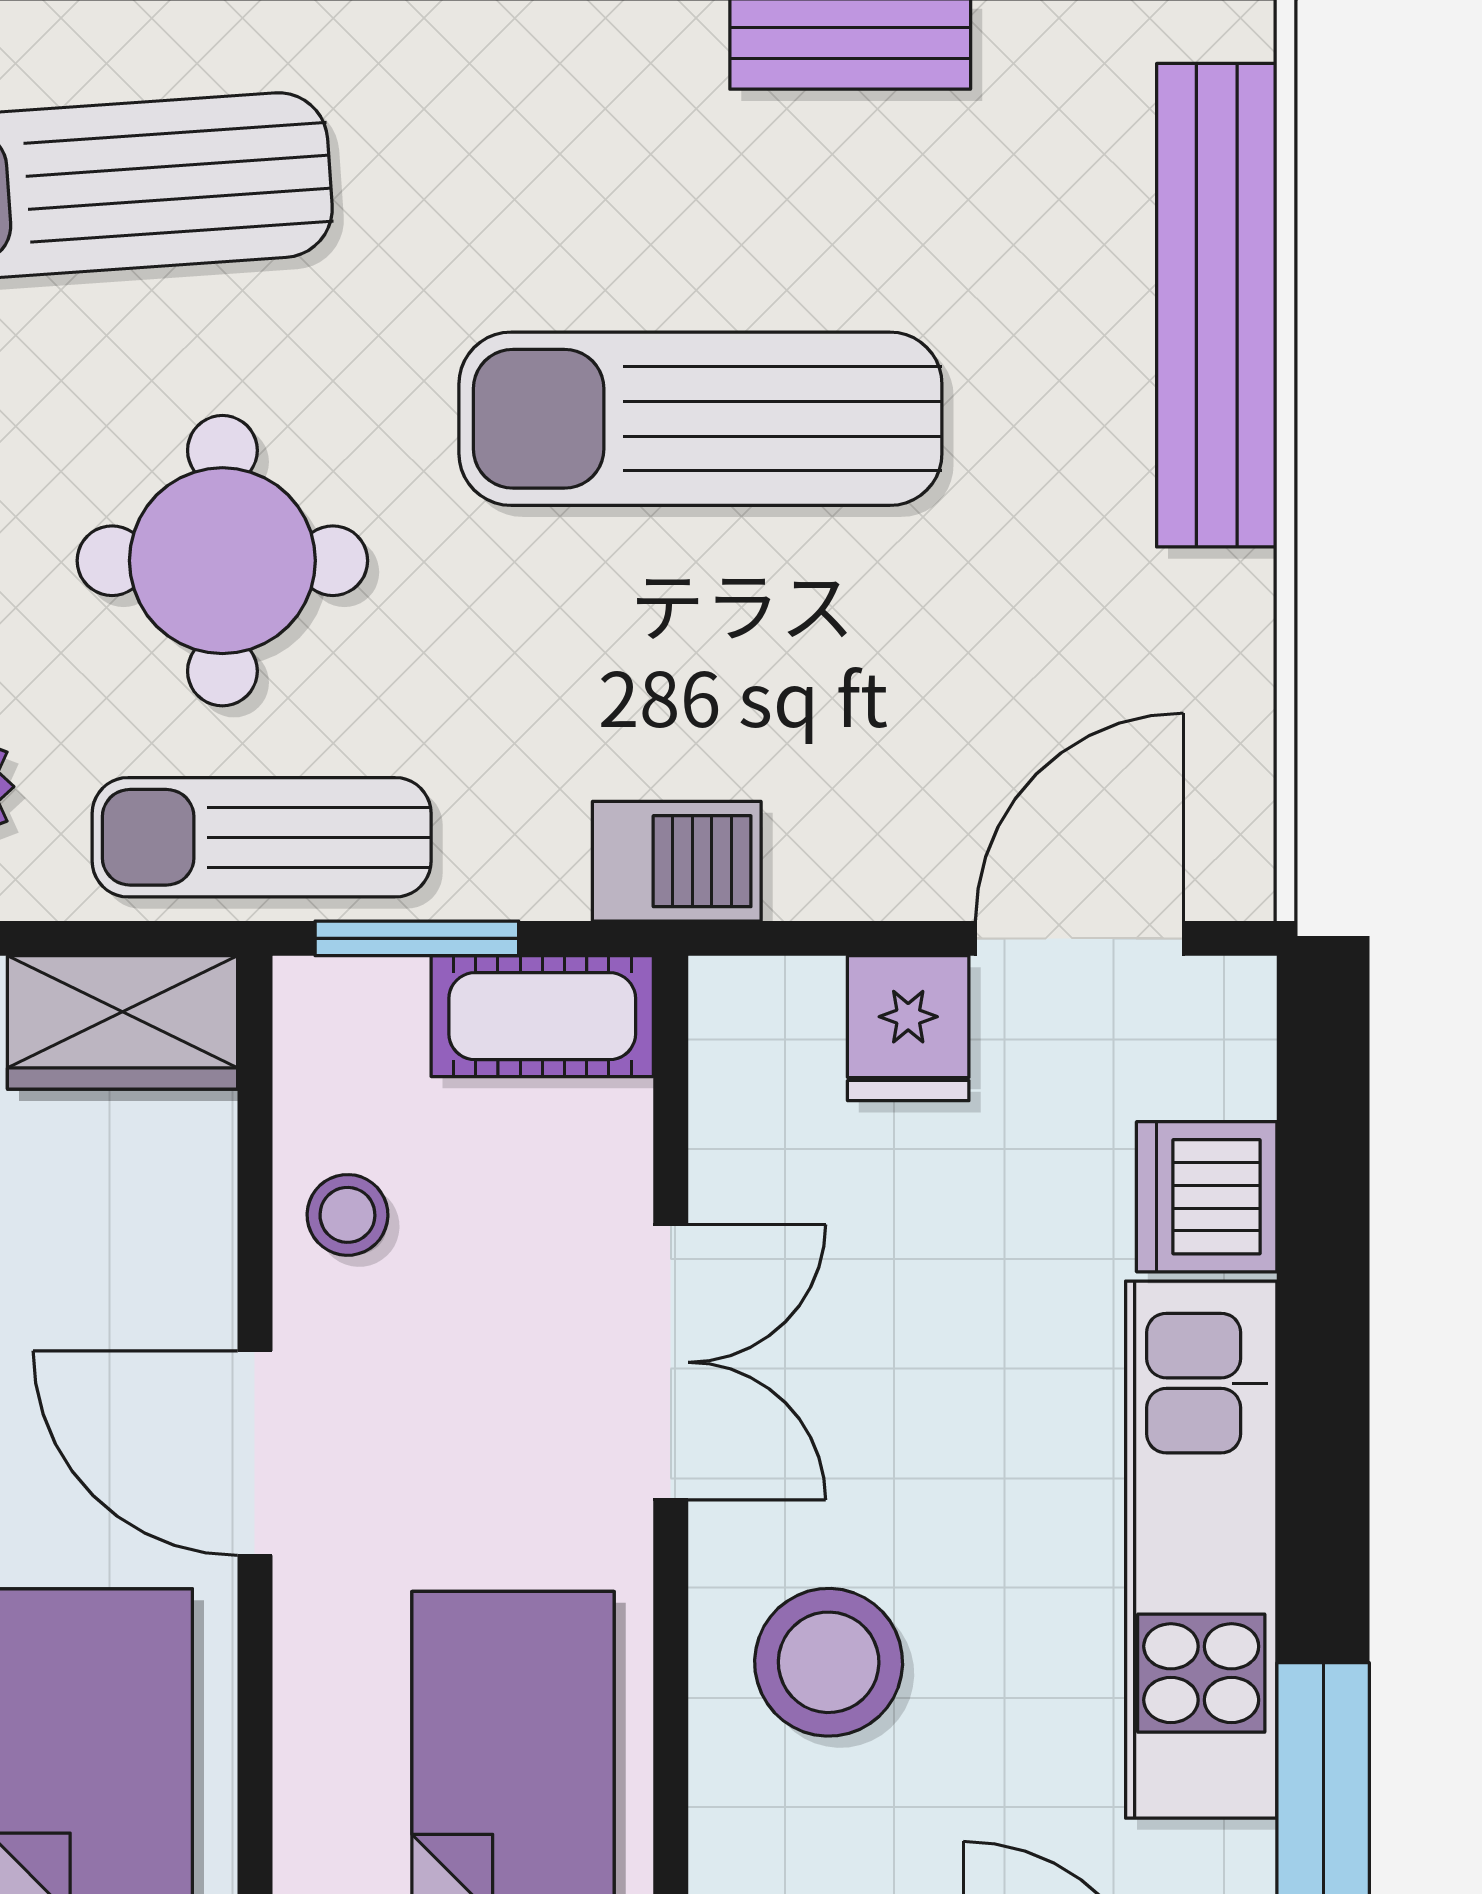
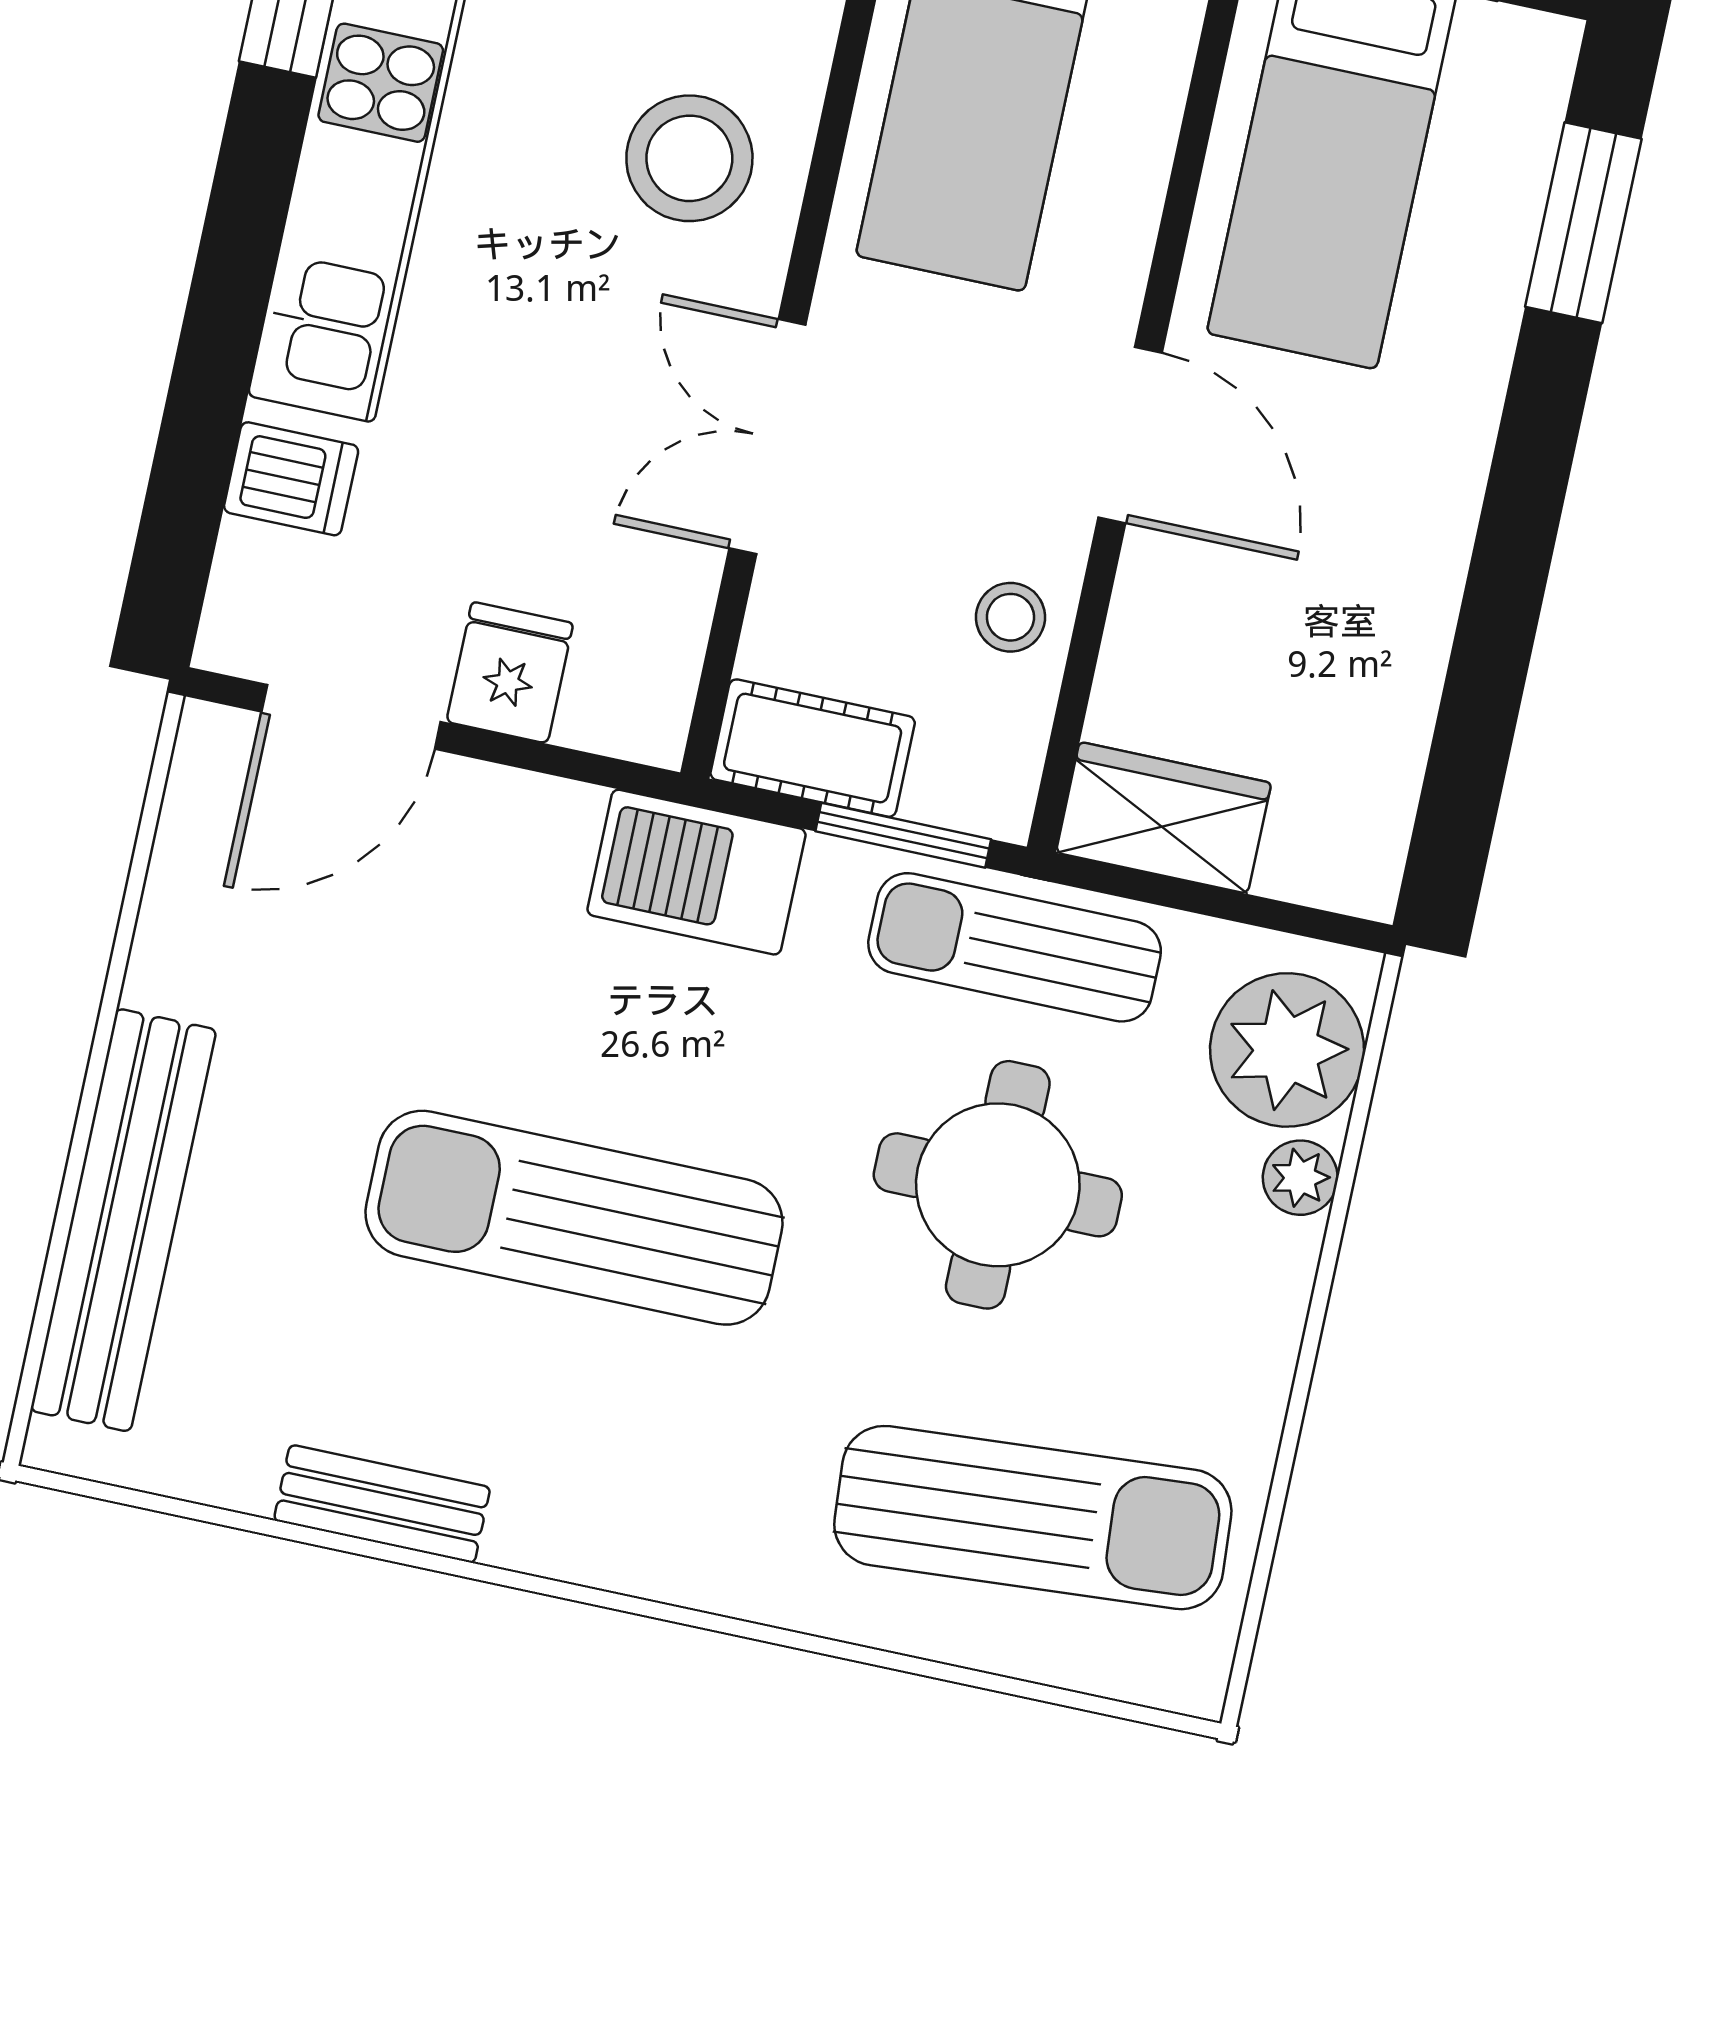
sun lounger: (700, 419) -> (574, 1218), turned 180
sun lounger: (262, 837) -> (1015, 947), turned 180
barbecue: (677, 861) -> (696, 872), width x1.38, depth x1.27
dishwasher: (1207, 1197) -> (291, 479), width x0.73

